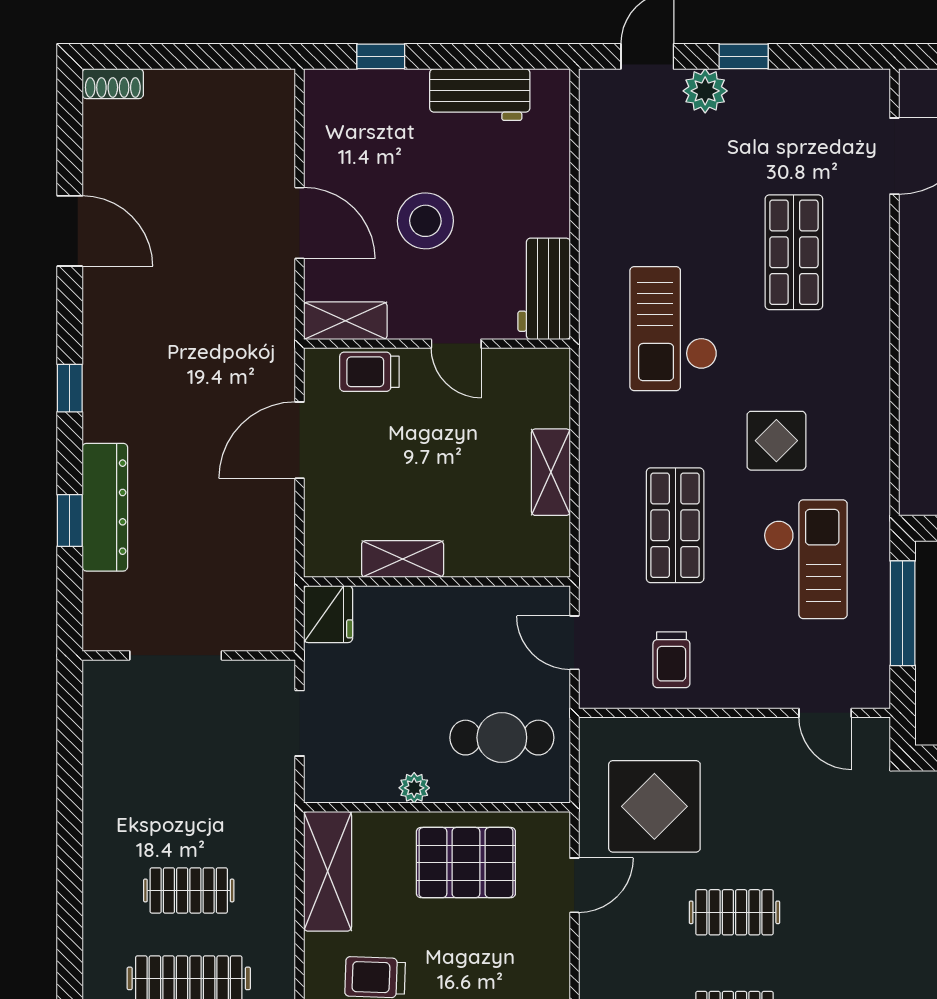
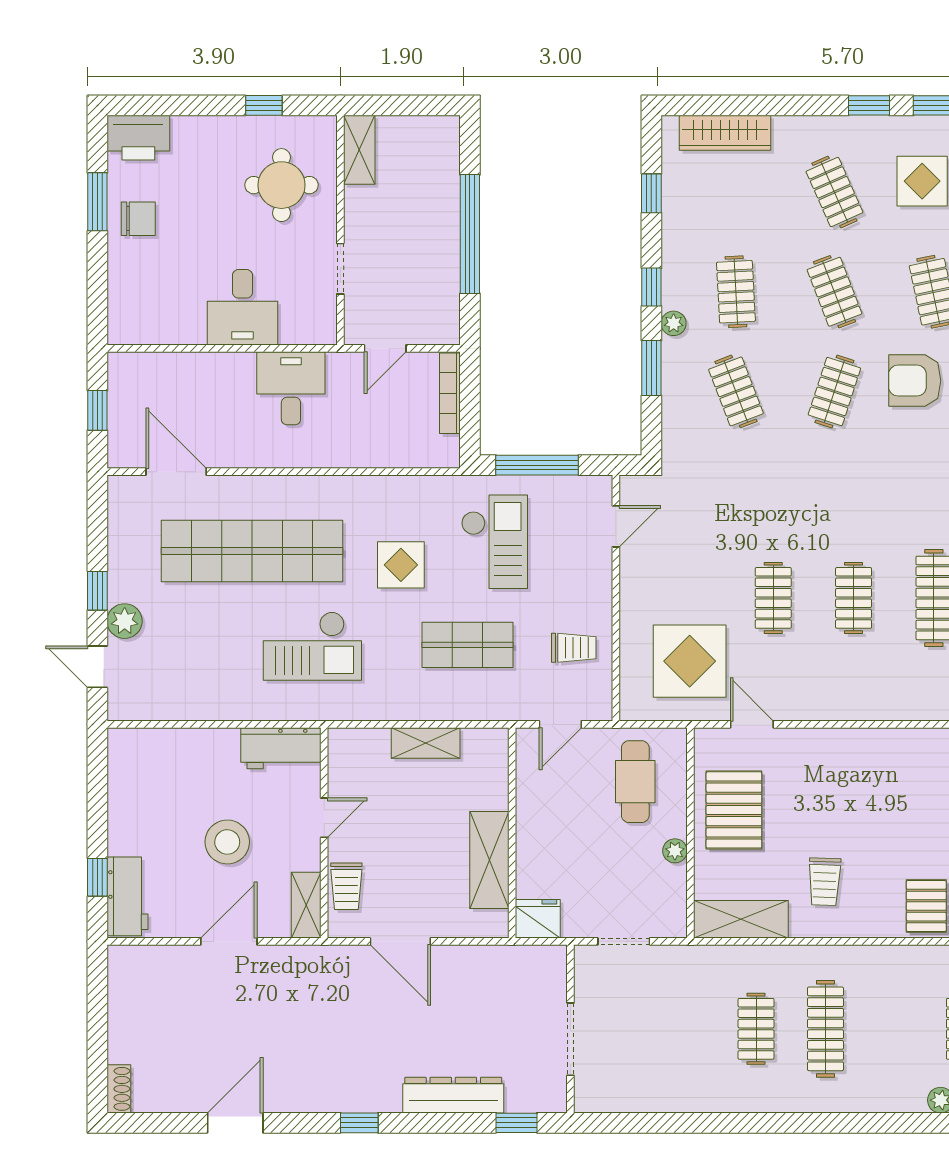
workbench: (480, 95) -> (128, 896), moved
shop shelf: (794, 252) -> (252, 551), width x2.00, depth x1.36
window: (70, 521) -> (516, 1123), moved
shelving: (403, 559) -> (489, 860), width x1.50, depth x1.33
checkout: (806, 559) -> (494, 542), turned 90

